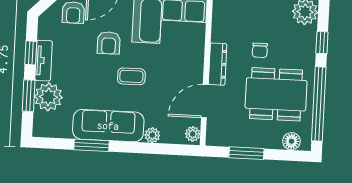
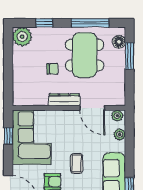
window: (319, 104) -> (90, 23), width x0.68
plant: (152, 135) -> (120, 134), moved
window: (246, 153) -> (129, 56), moved

